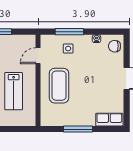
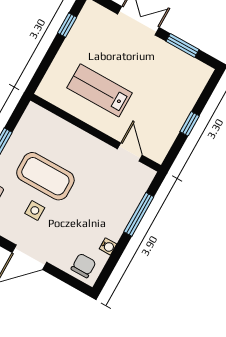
side table: (68, 49) -> (35, 210), moved
coffee table: (59, 86) -> (45, 176), moved

